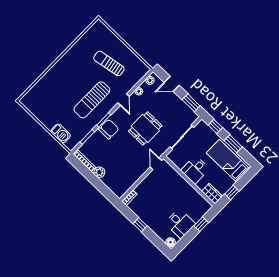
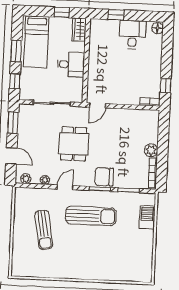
dining table: (145, 128) -> (74, 144), turned 90
window: (140, 225) -> (166, 86), moved

